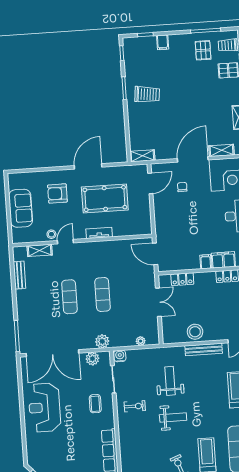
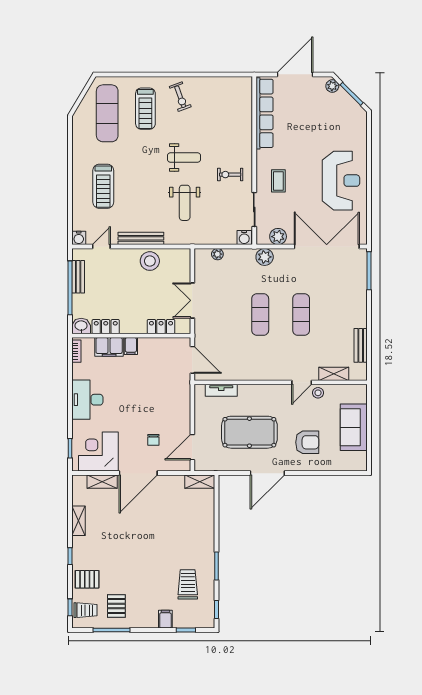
trolley: (147, 94) -> (188, 584), moved, turned 84
tv unit: (99, 233) -> (221, 390), moved
weight bench: (173, 418) -> (184, 158), turned 180

